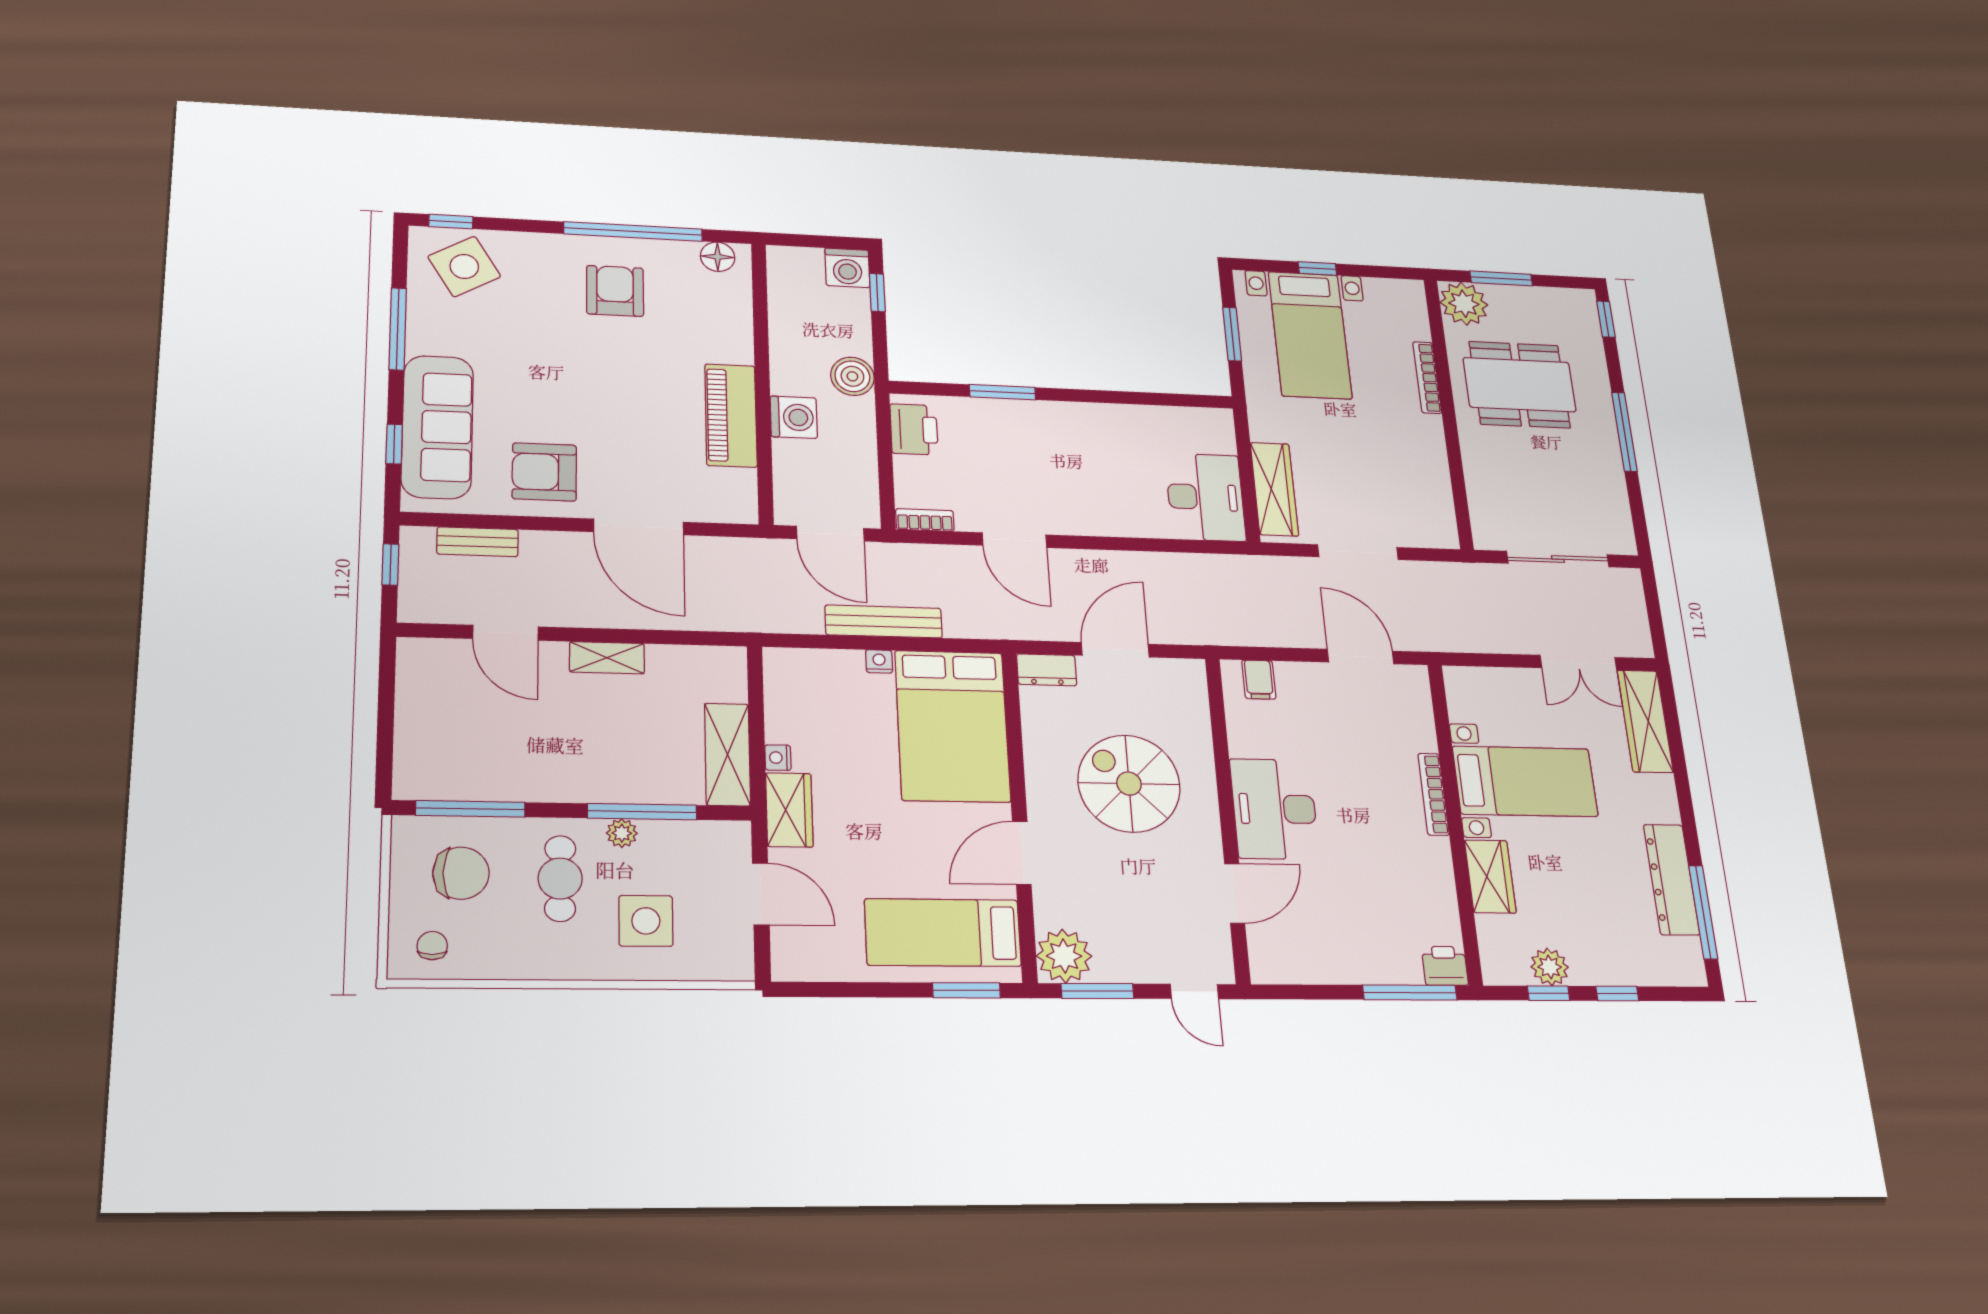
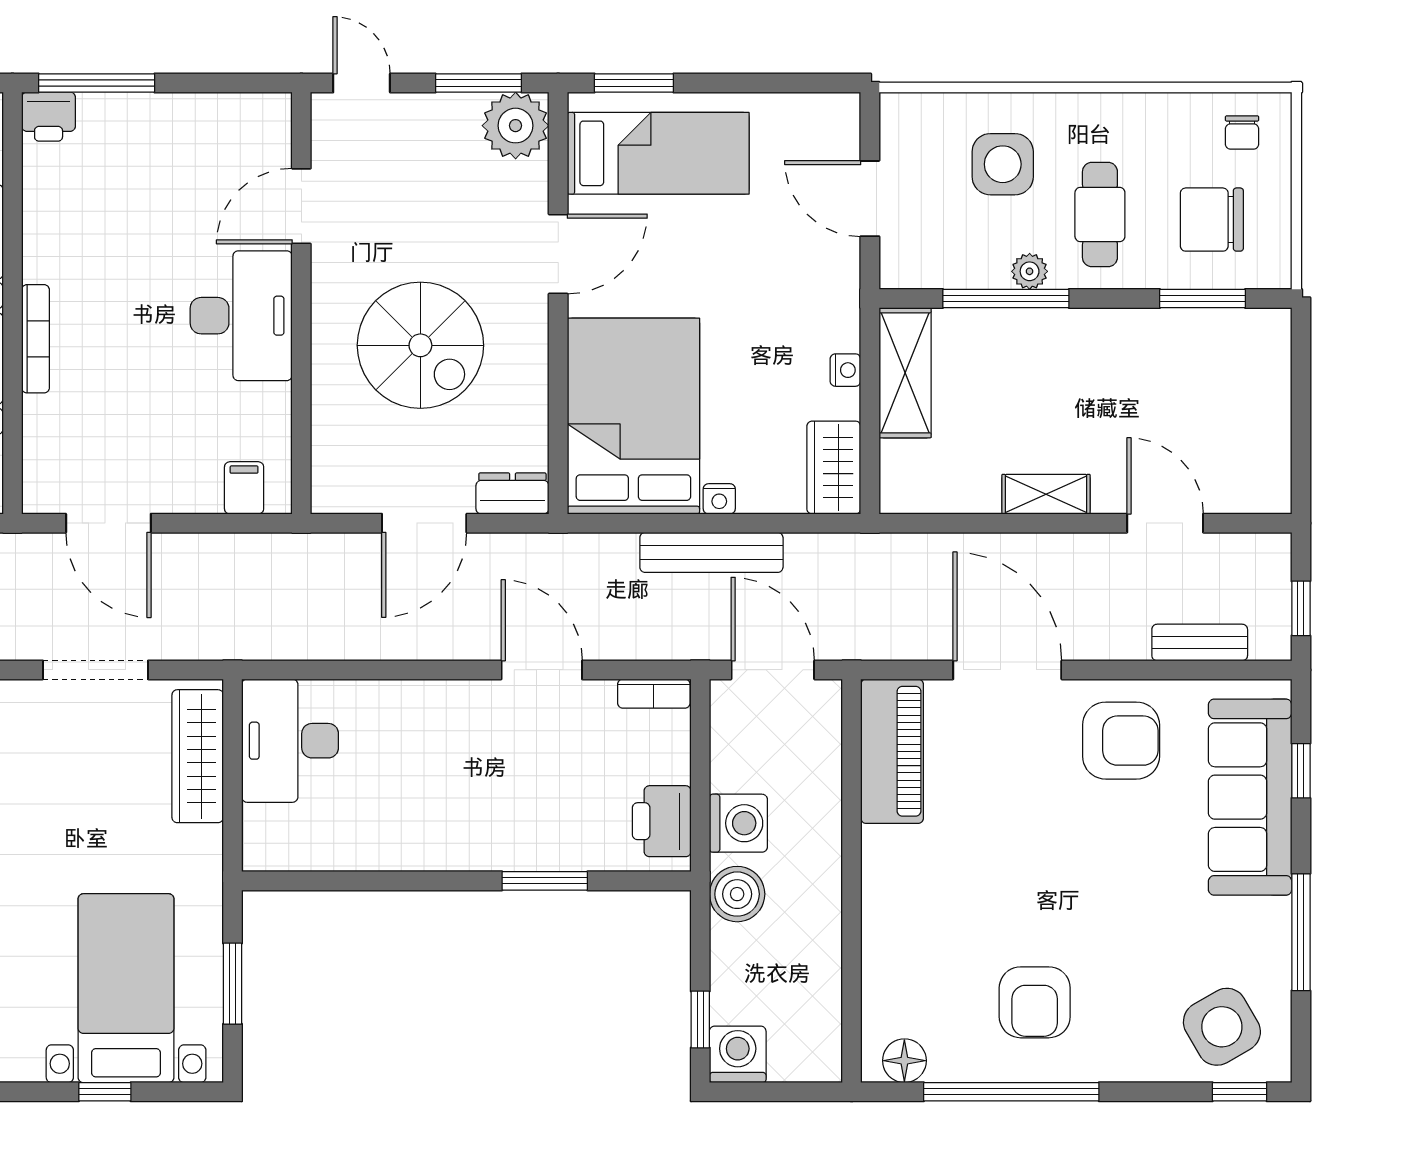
piano: (731, 415) -> (892, 751), moved
washing machine: (794, 417) -> (738, 823), moved, turned 180
window: (470, 809) -> (1203, 299), width x0.69
wardrobe: (789, 810) -> (834, 468), moved

